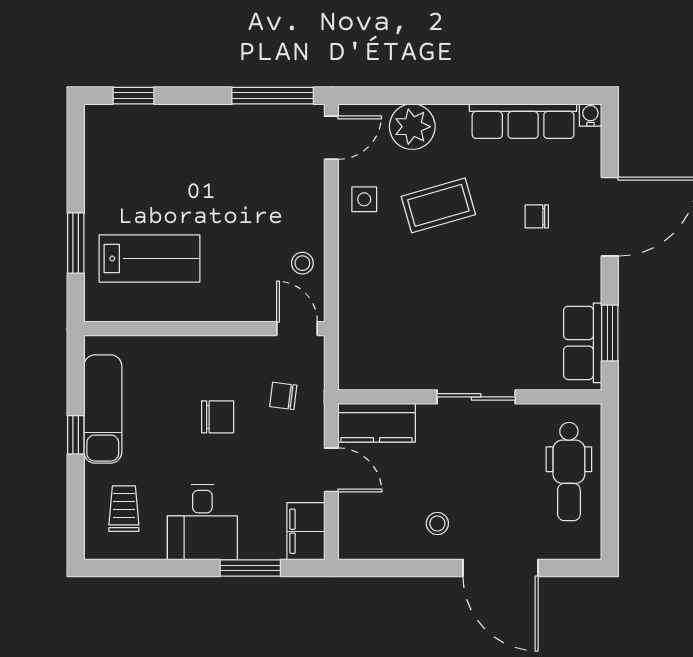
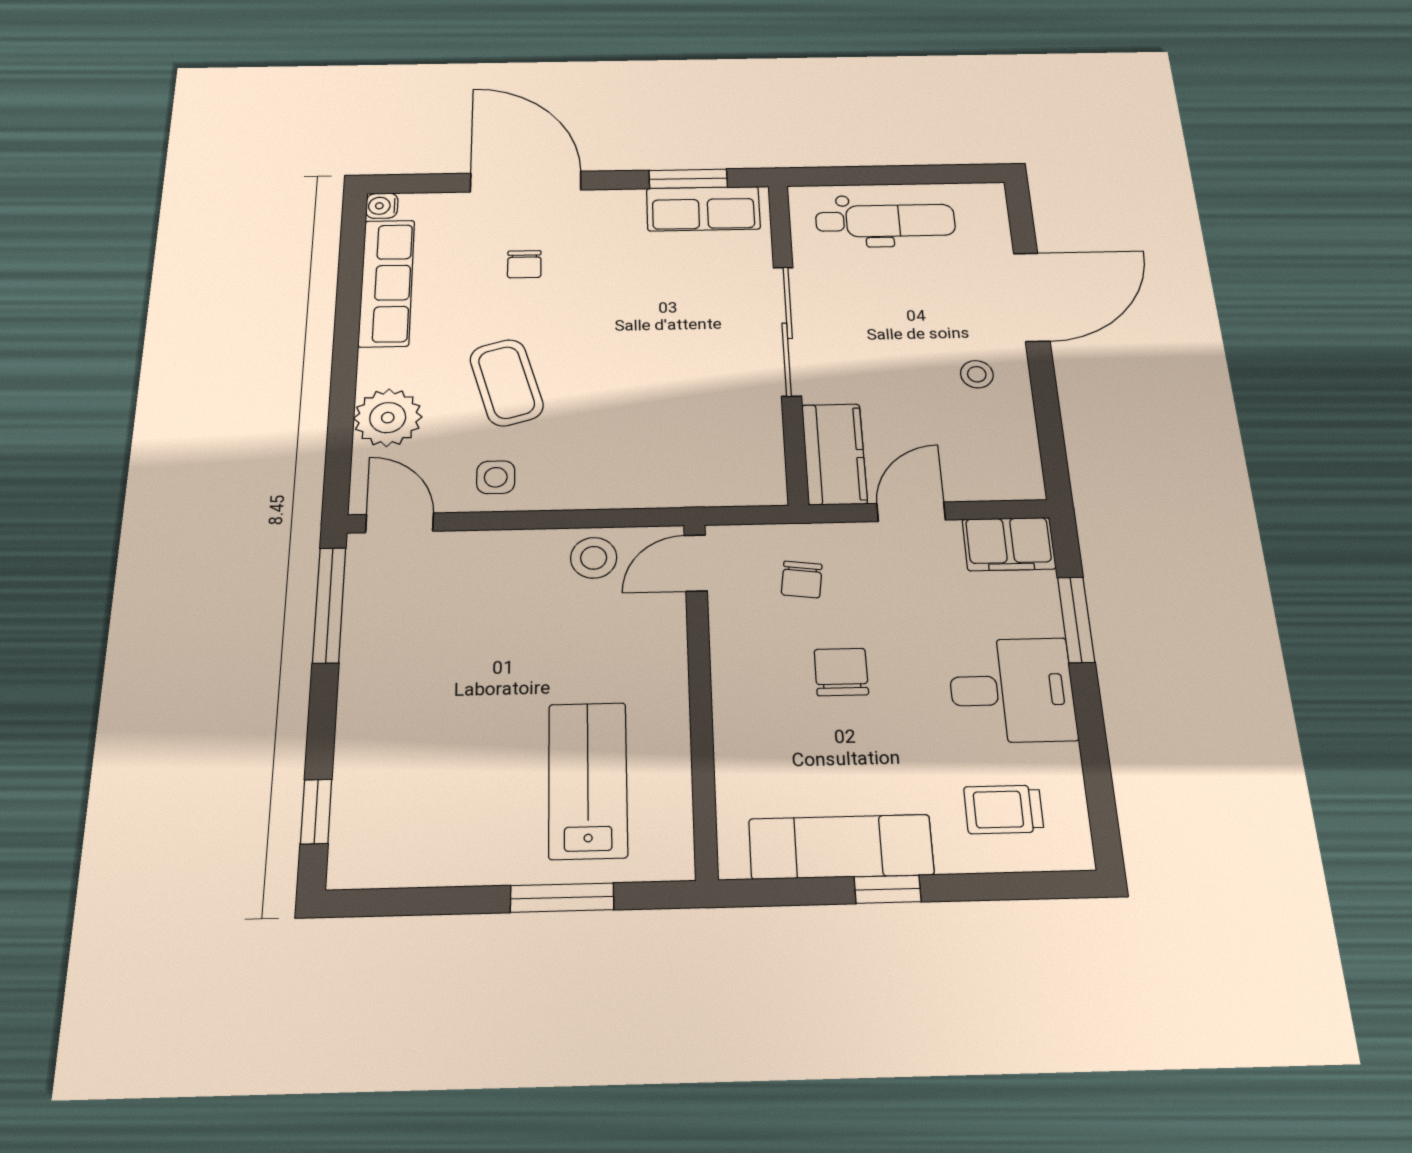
stool: (302, 263) -> (594, 558), width x1.37, depth x1.37
sliding door: (476, 397) -> (787, 331), width x1.37

